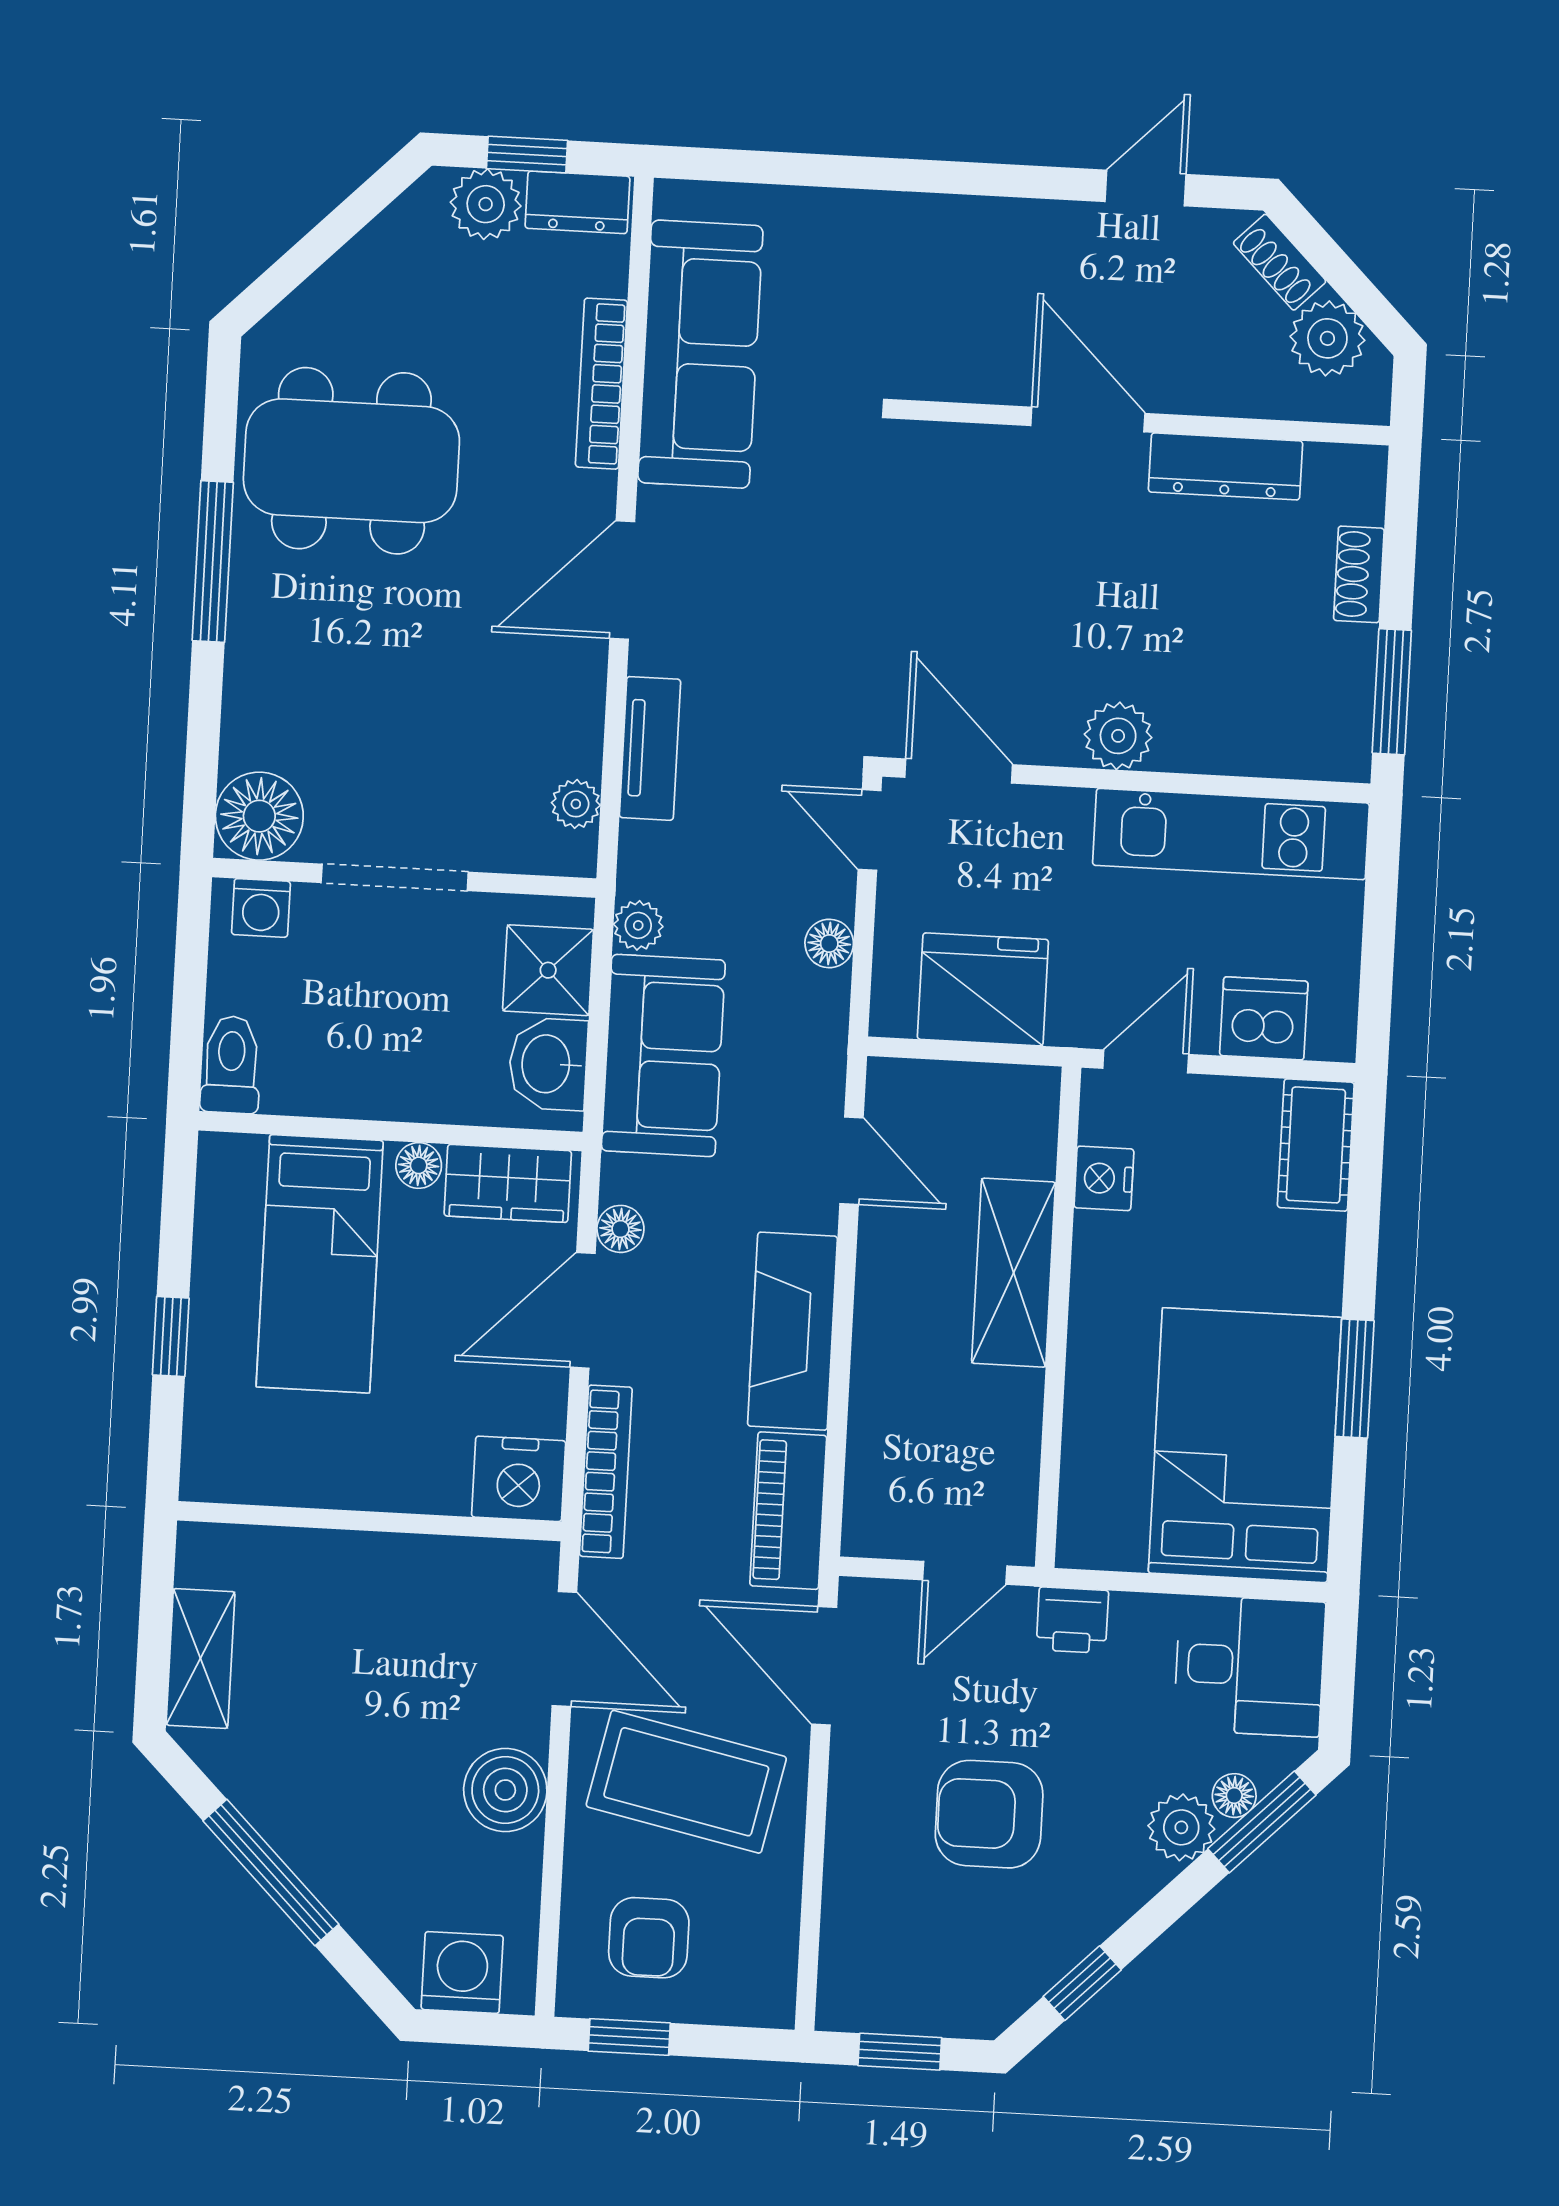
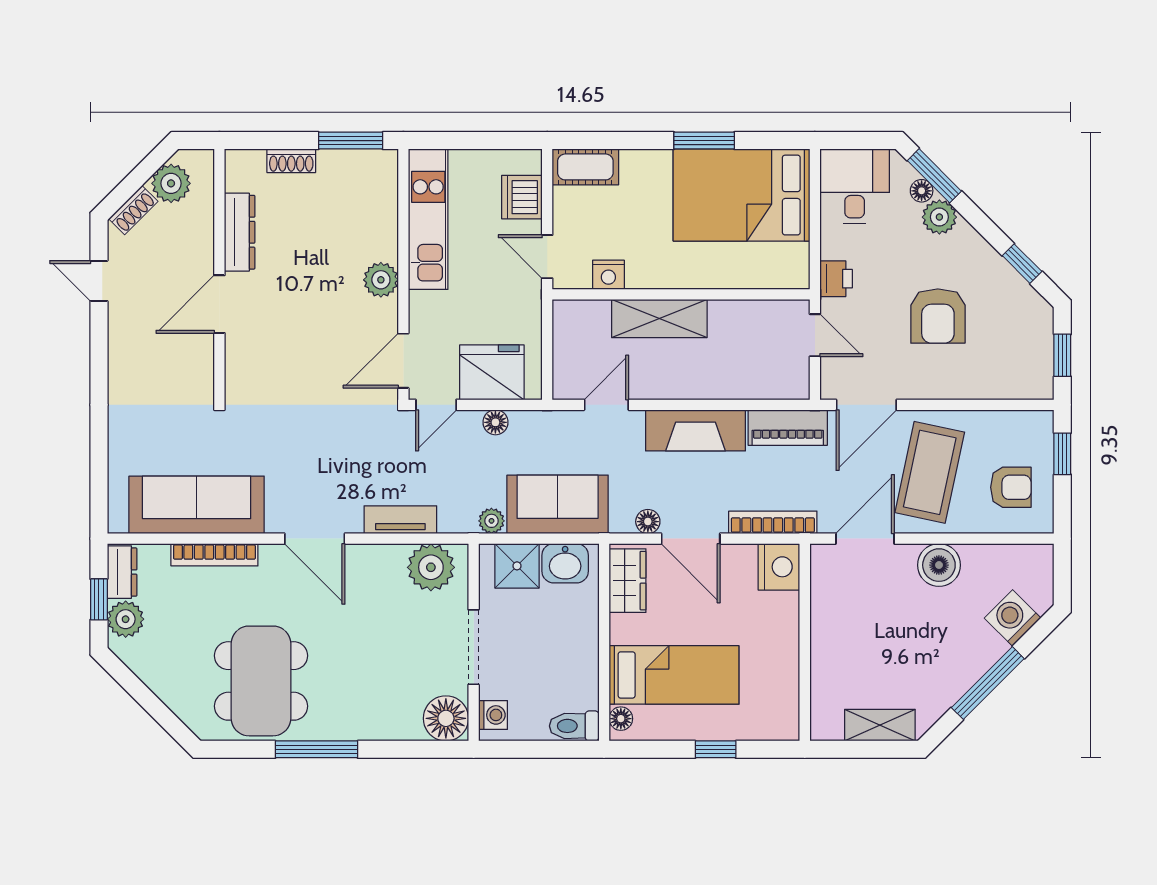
plant: (576, 804) -> (431, 567), width x1.87, depth x1.87
fridge: (983, 989) -> (492, 372), moved, turned 90
floor lamp: (419, 1165) -> (621, 719), moved
washing machine: (462, 1972) -> (1013, 618), moved, turned 45
window: (629, 2037) -> (1062, 454), moved

